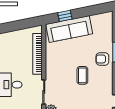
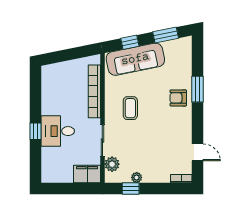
window: (93, 10) -> (166, 35), added
coffee table: (82, 75) -> (130, 108), moved

